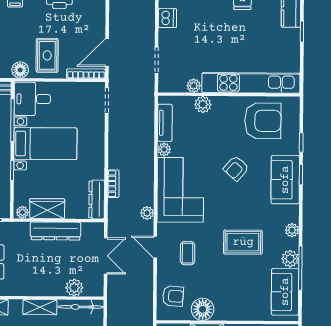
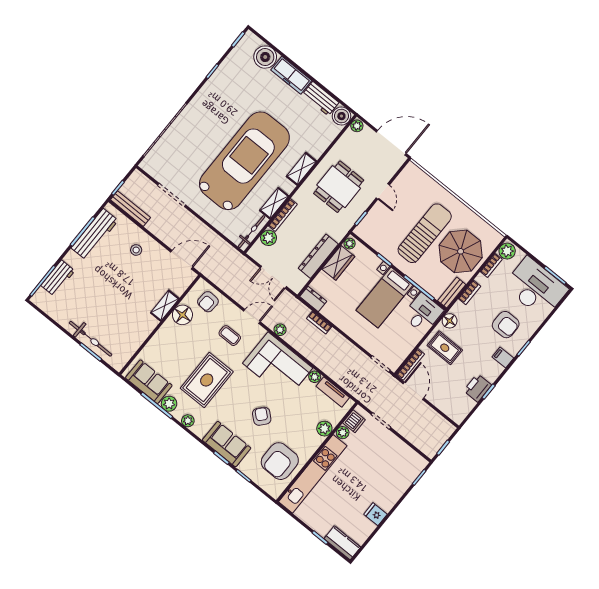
dishwasher: (167, 18) -> (354, 421), moved, turned -90
dresser: (97, 200) -> (313, 299), width x0.70
rug: (243, 242) -> (207, 380), width x1.36, depth x1.43
bookcase: (44, 291) -> (283, 215), added

